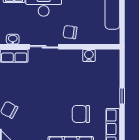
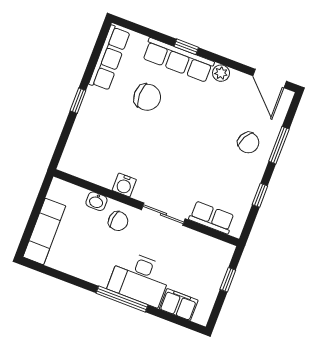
washbasin: (13, 39) -> (96, 201), moved
water cooler: (89, 55) -> (124, 185), moved

